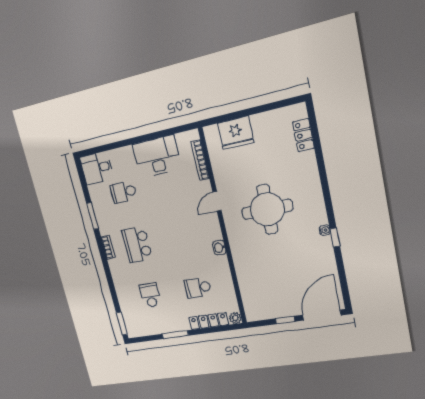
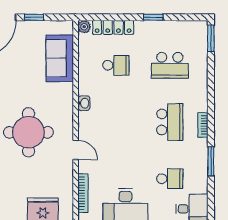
door: (217, 201) -> (76, 150), hinge flipped
sofa: (252, 286) -> (60, 58), added
school desk: (150, 295) -> (170, 65), width x1.85
window: (175, 335) -> (153, 17), width x0.67

